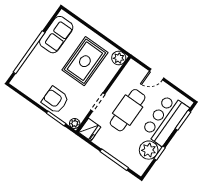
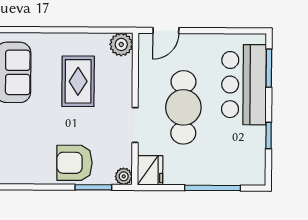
rug: (85, 61) -> (78, 81), width x0.73, depth x0.70
door: (157, 74) -> (166, 30), moved
plant: (149, 150) -> (251, 142), removed

